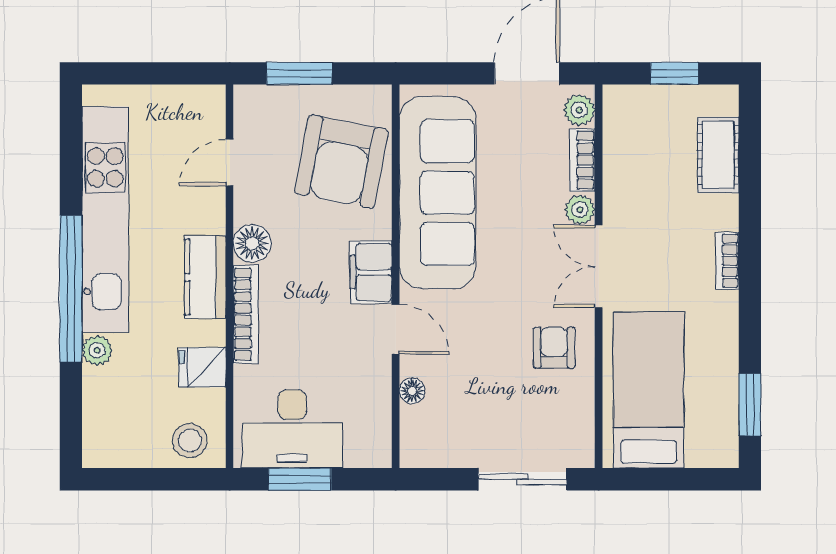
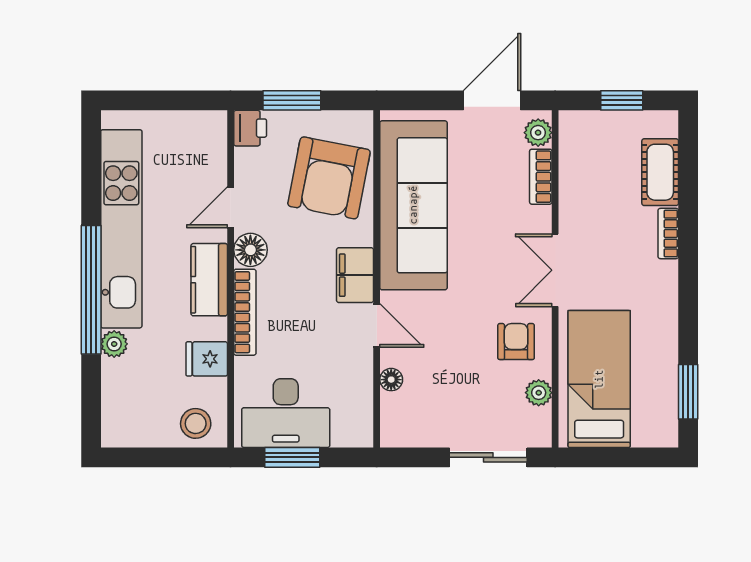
printer: (252, 105) -> (250, 128), added
door: (230, 163) -> (231, 207), moved
plant: (580, 210) -> (539, 393), moved
bookcase: (727, 261) -> (668, 234), moved

